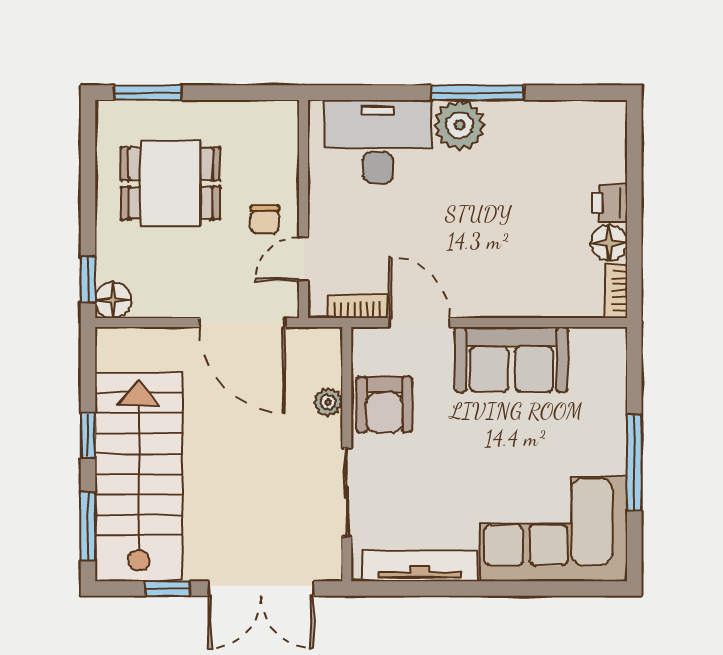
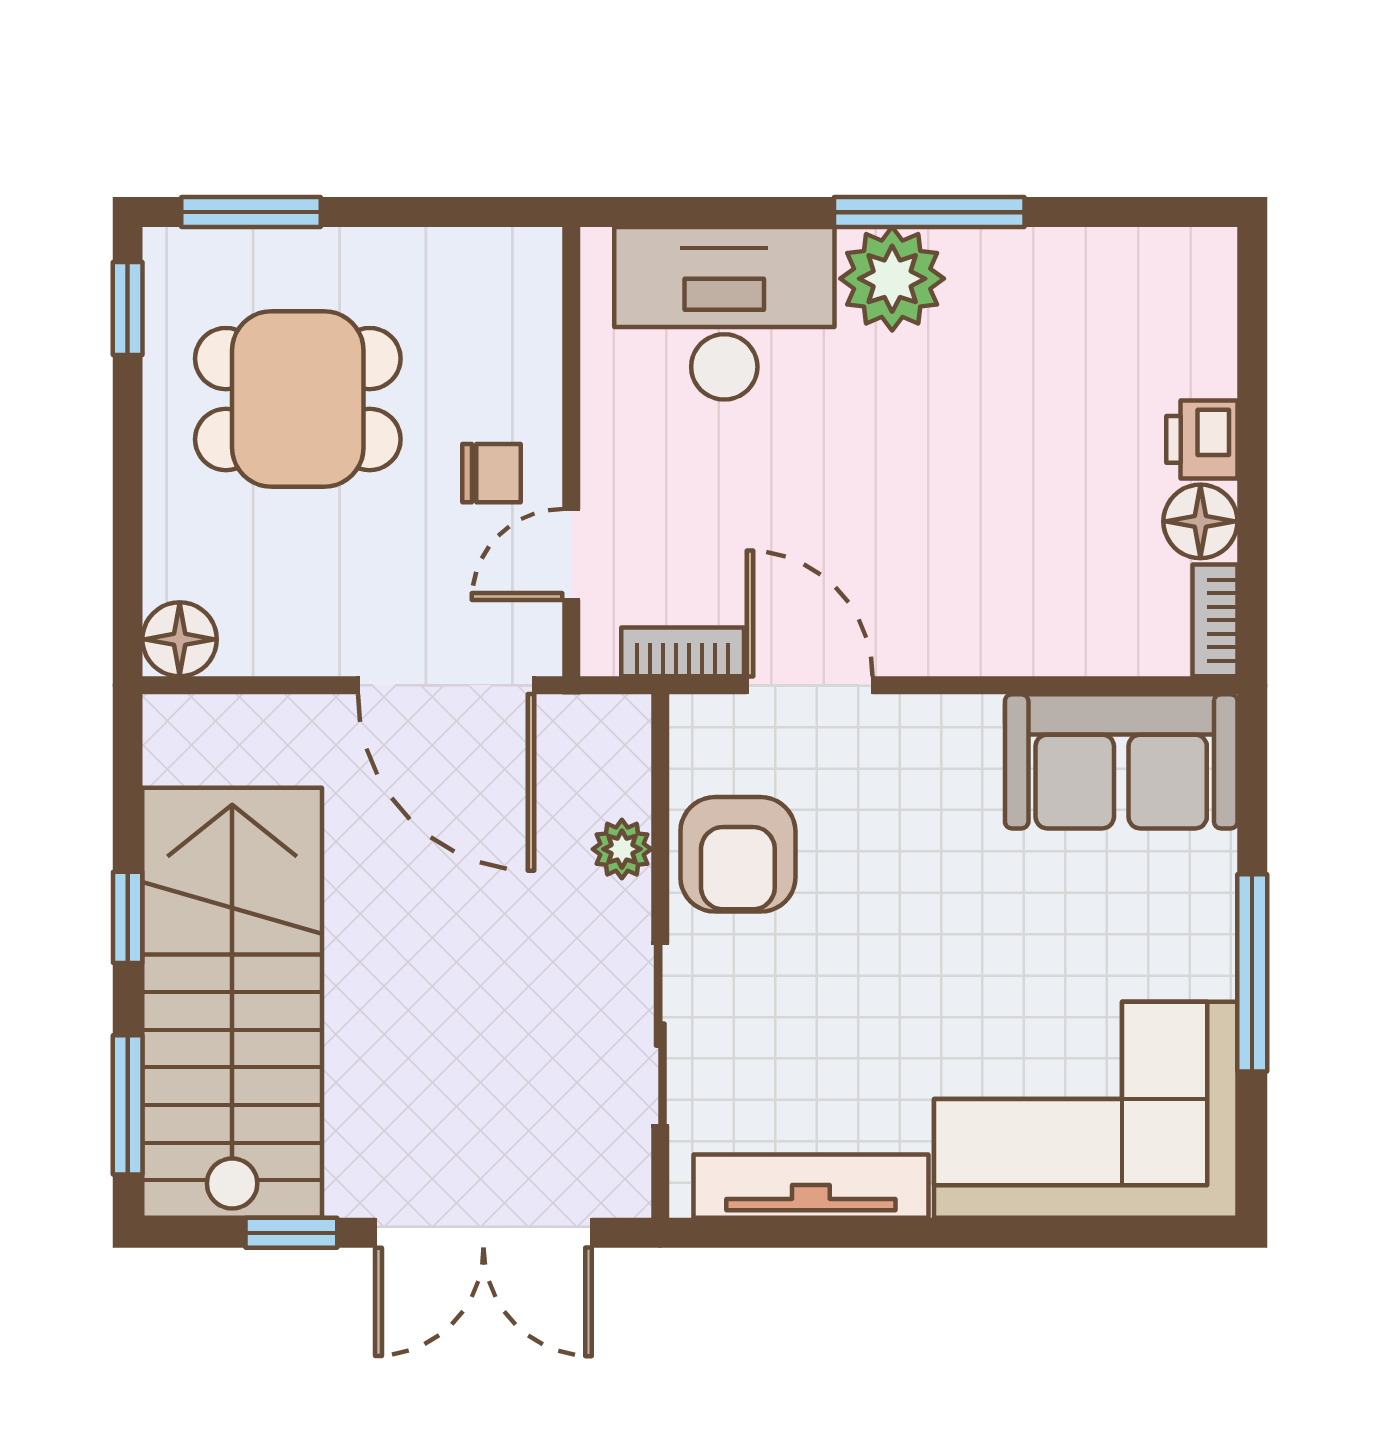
chair: (265, 220) -> (492, 473), turned -90
window: (88, 279) -> (128, 309), moved
sofa: (511, 360) -> (1121, 761), moved

